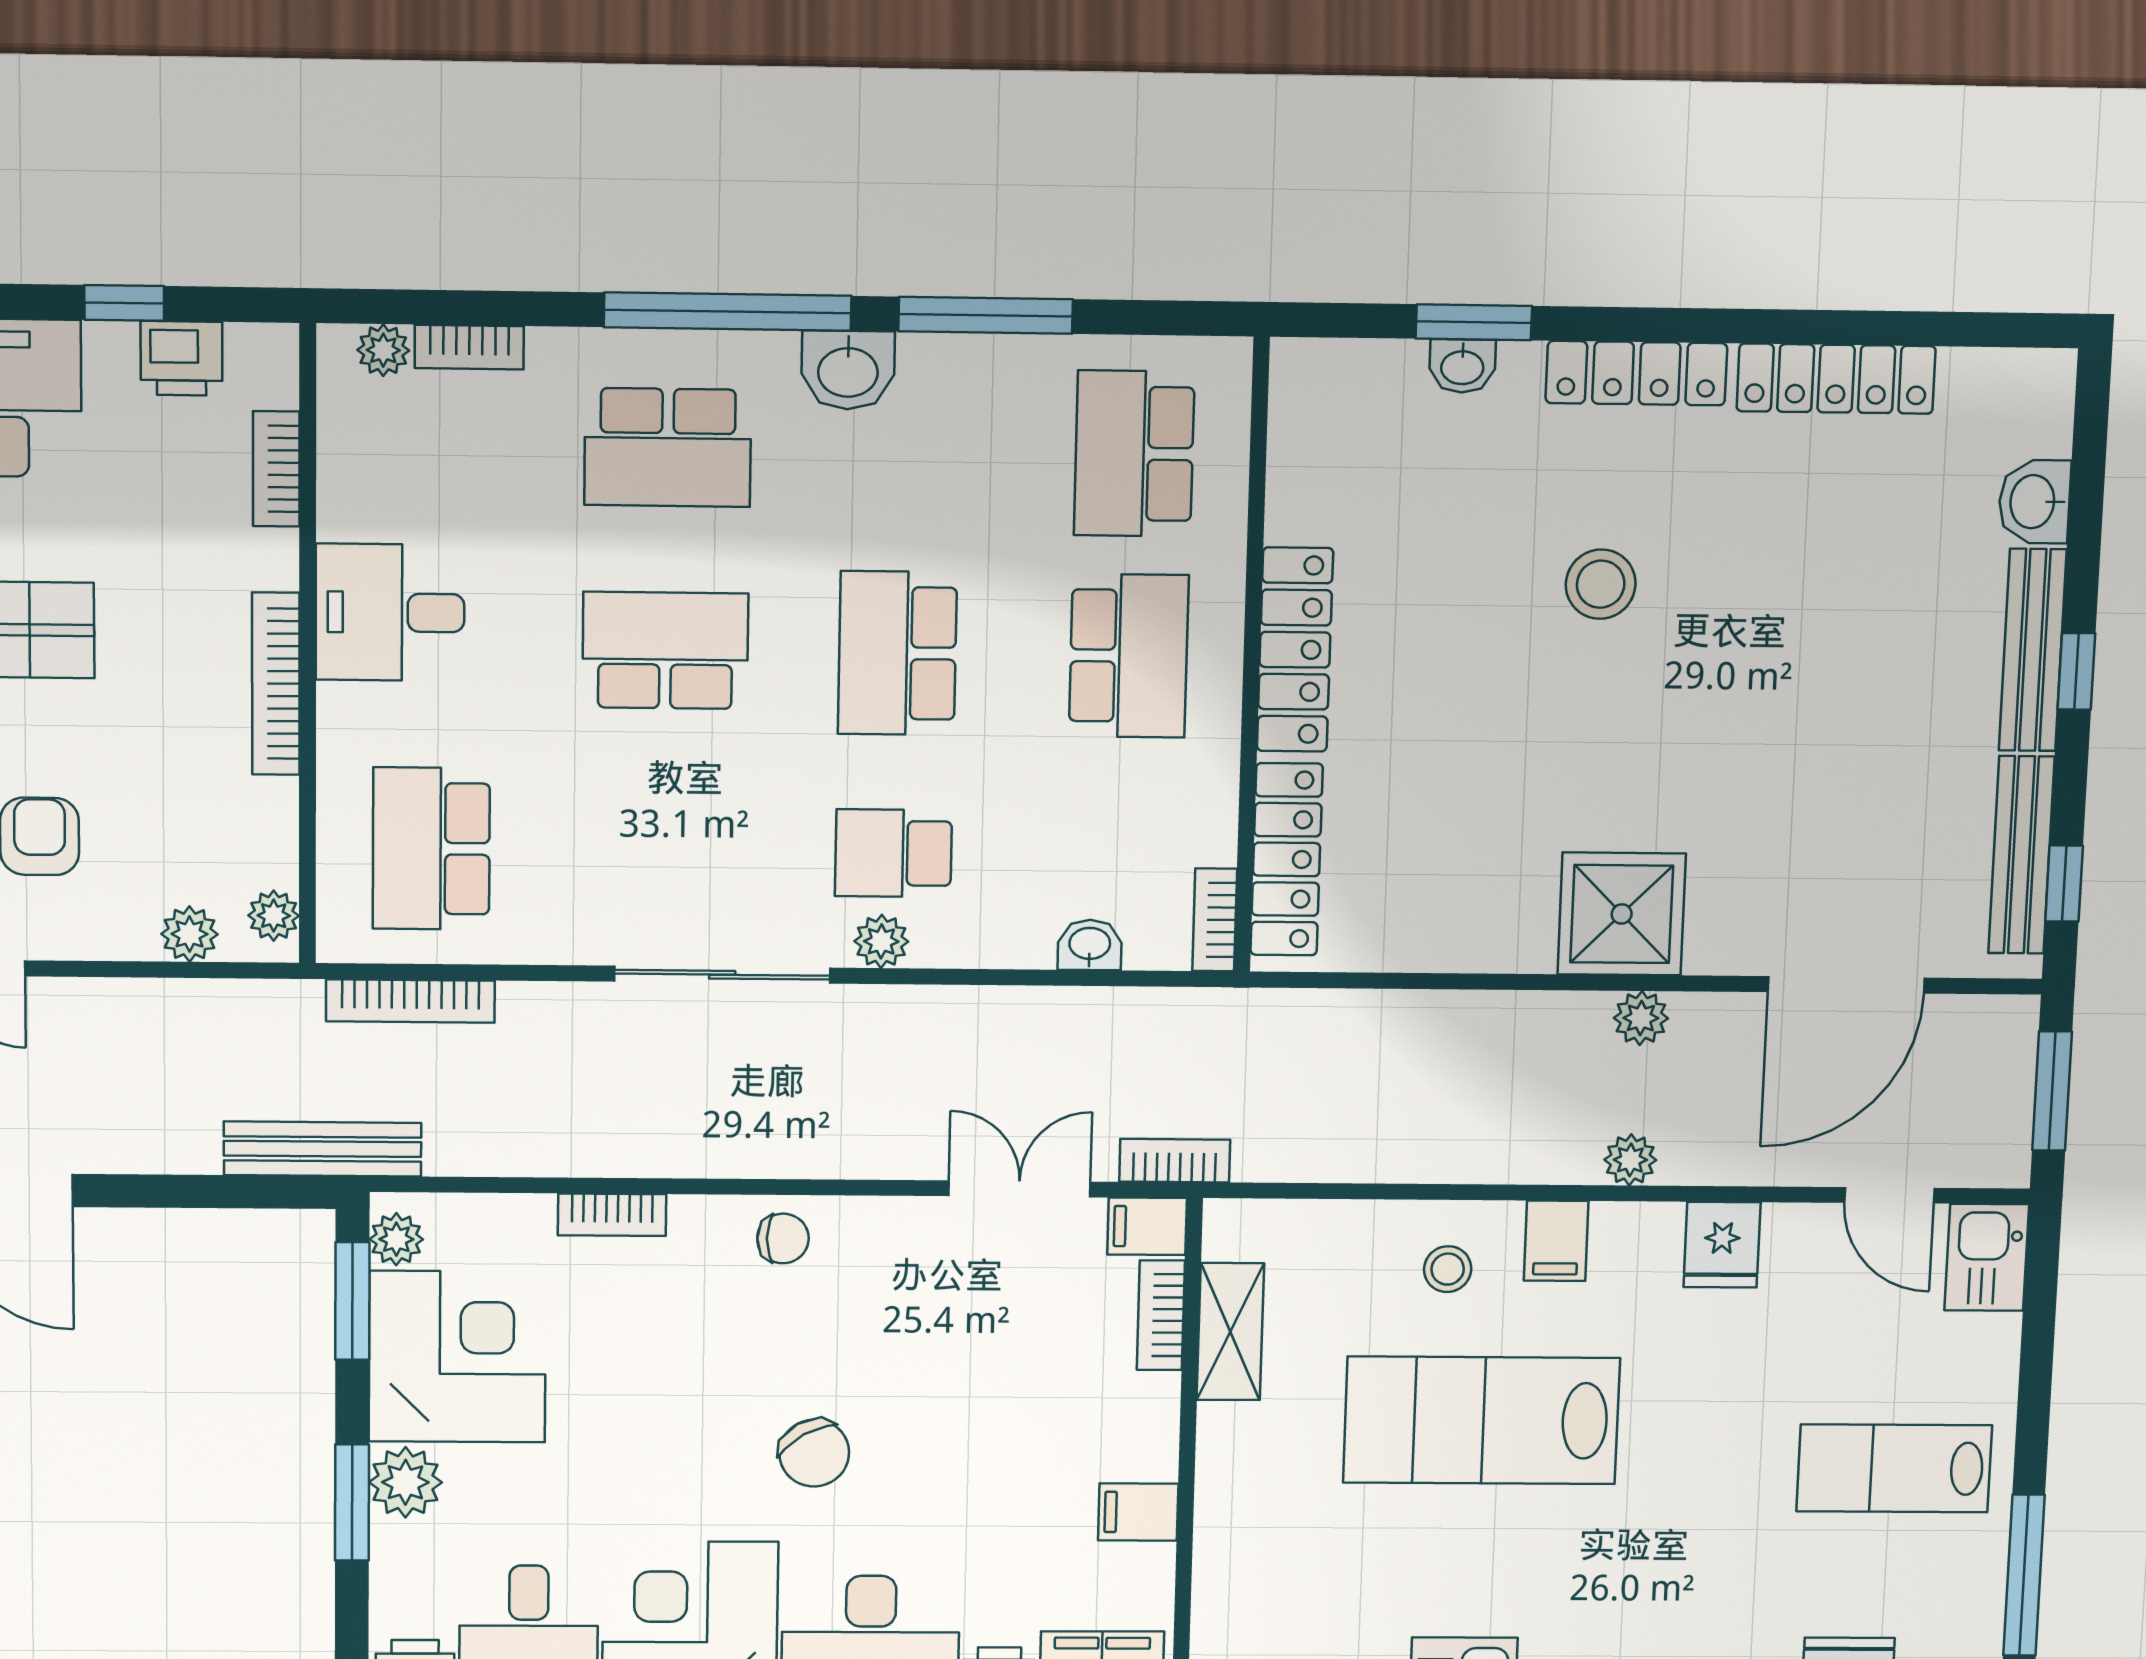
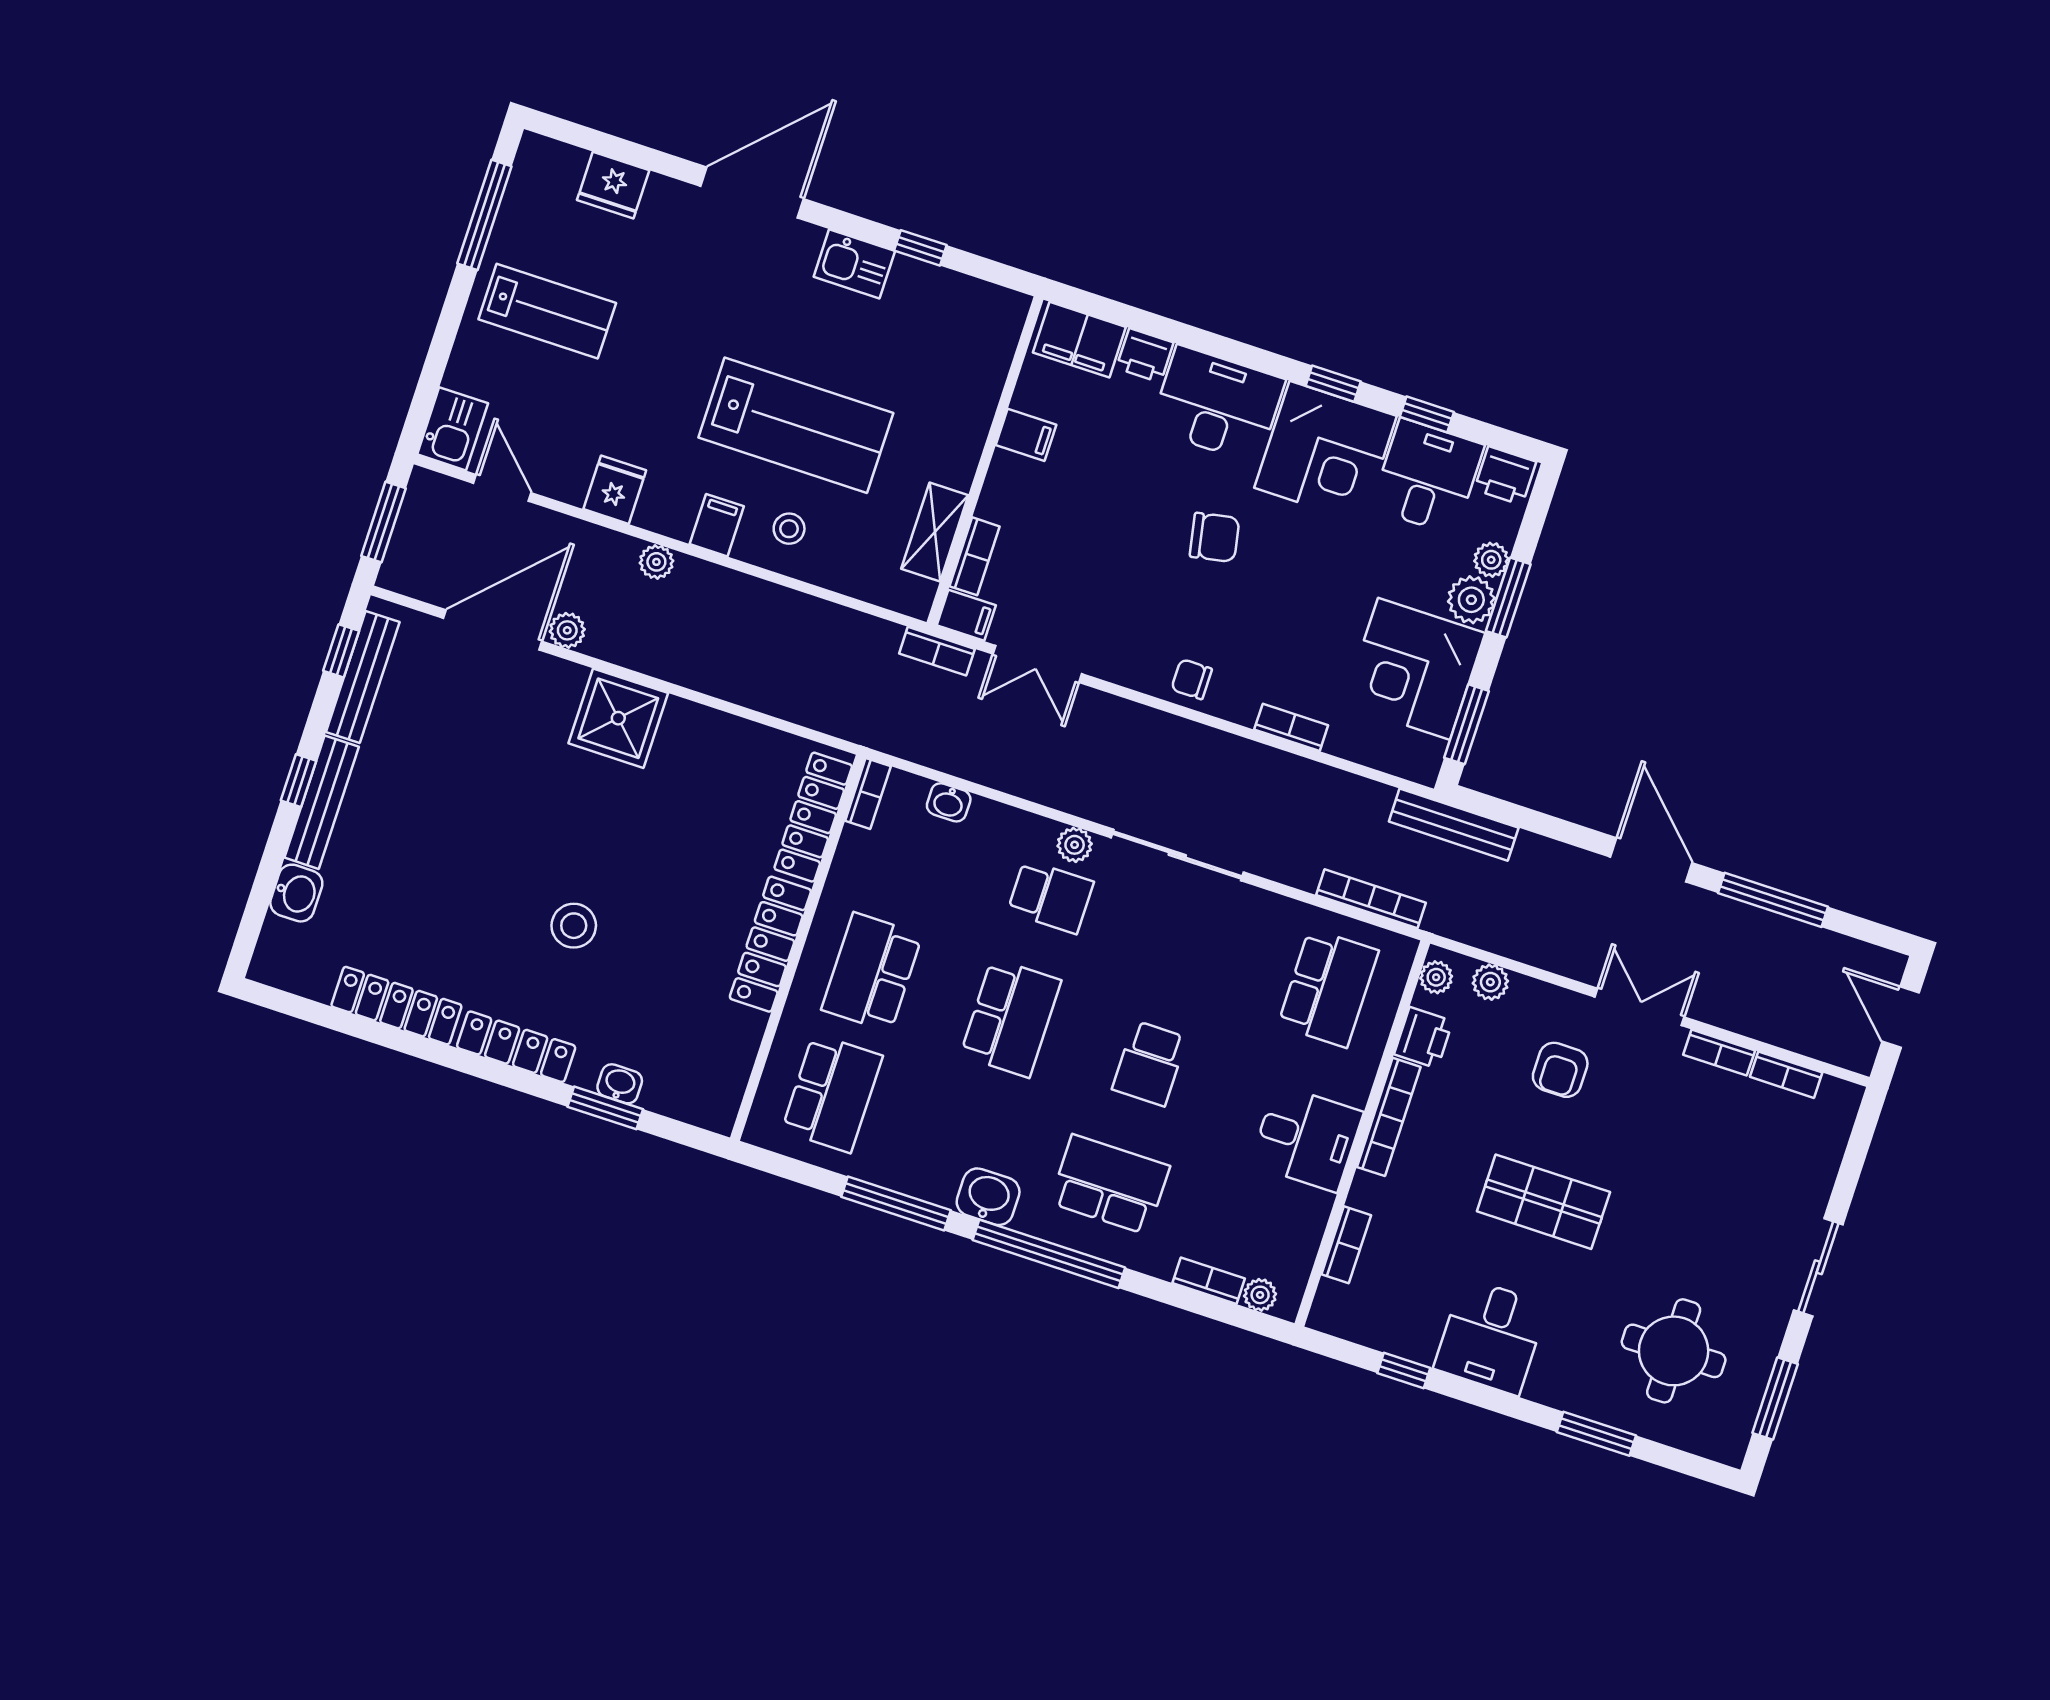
printer: (181, 358) -> (1423, 1038), moved, turned 90
school desk: (665, 650) -> (1150, 1063), width x0.54
plant: (1641, 1018) -> (567, 630), moved
plant: (396, 1239) -> (1491, 560), moved
chair: (814, 1453) -> (1215, 537), turned 109

